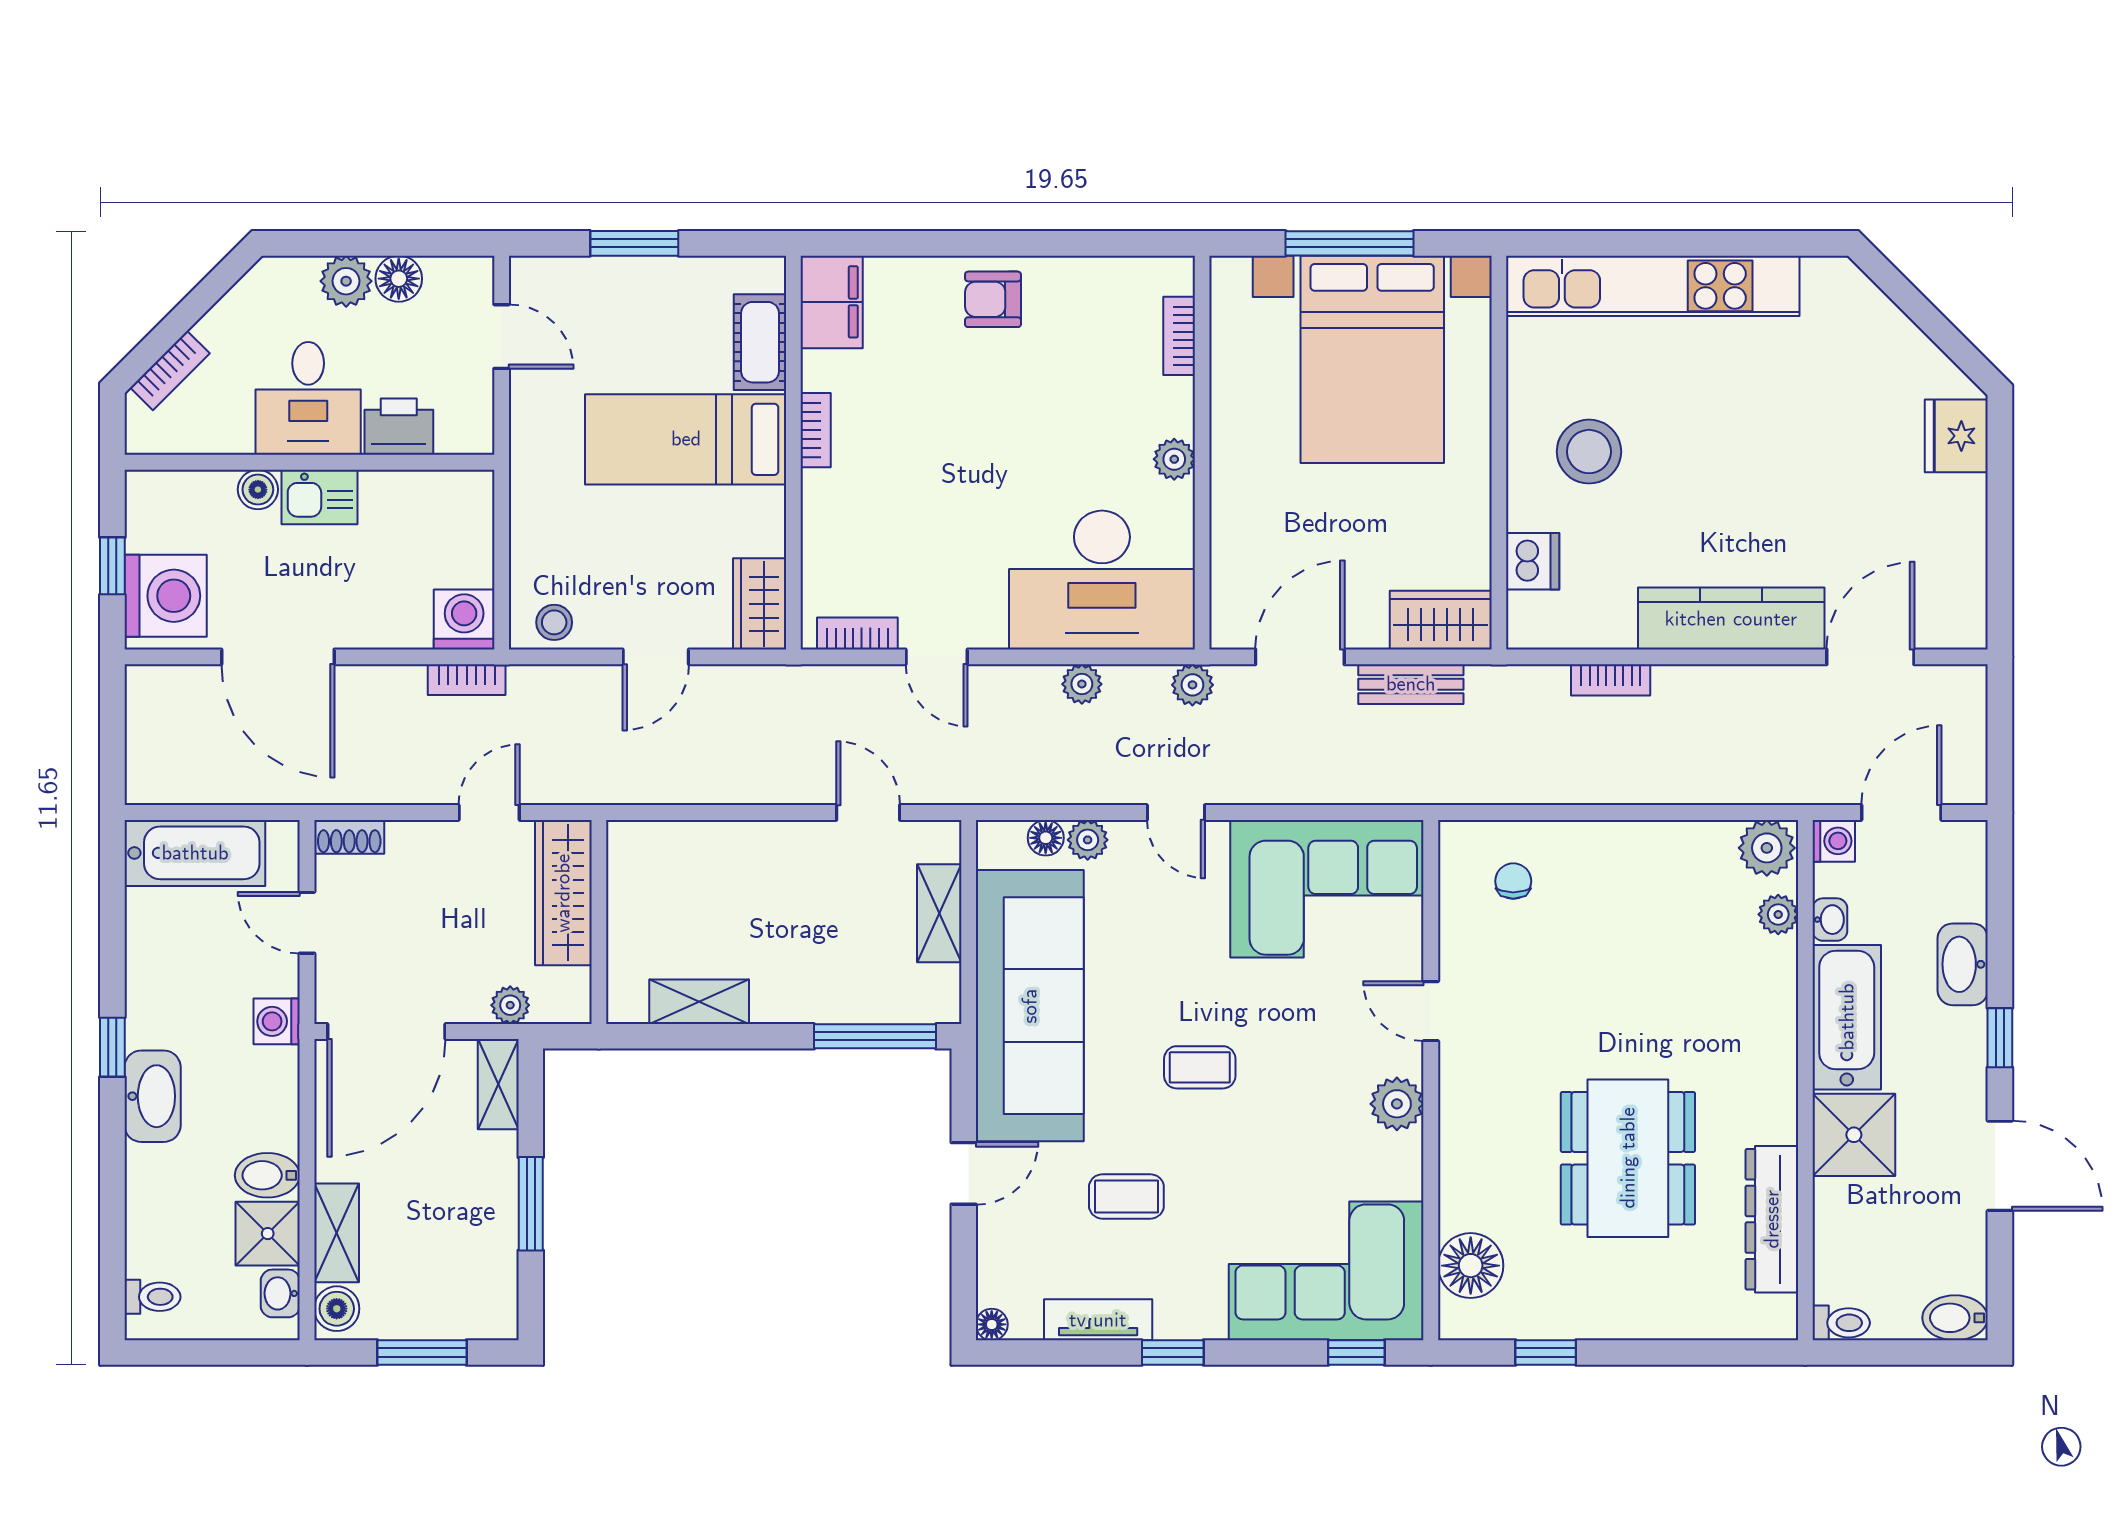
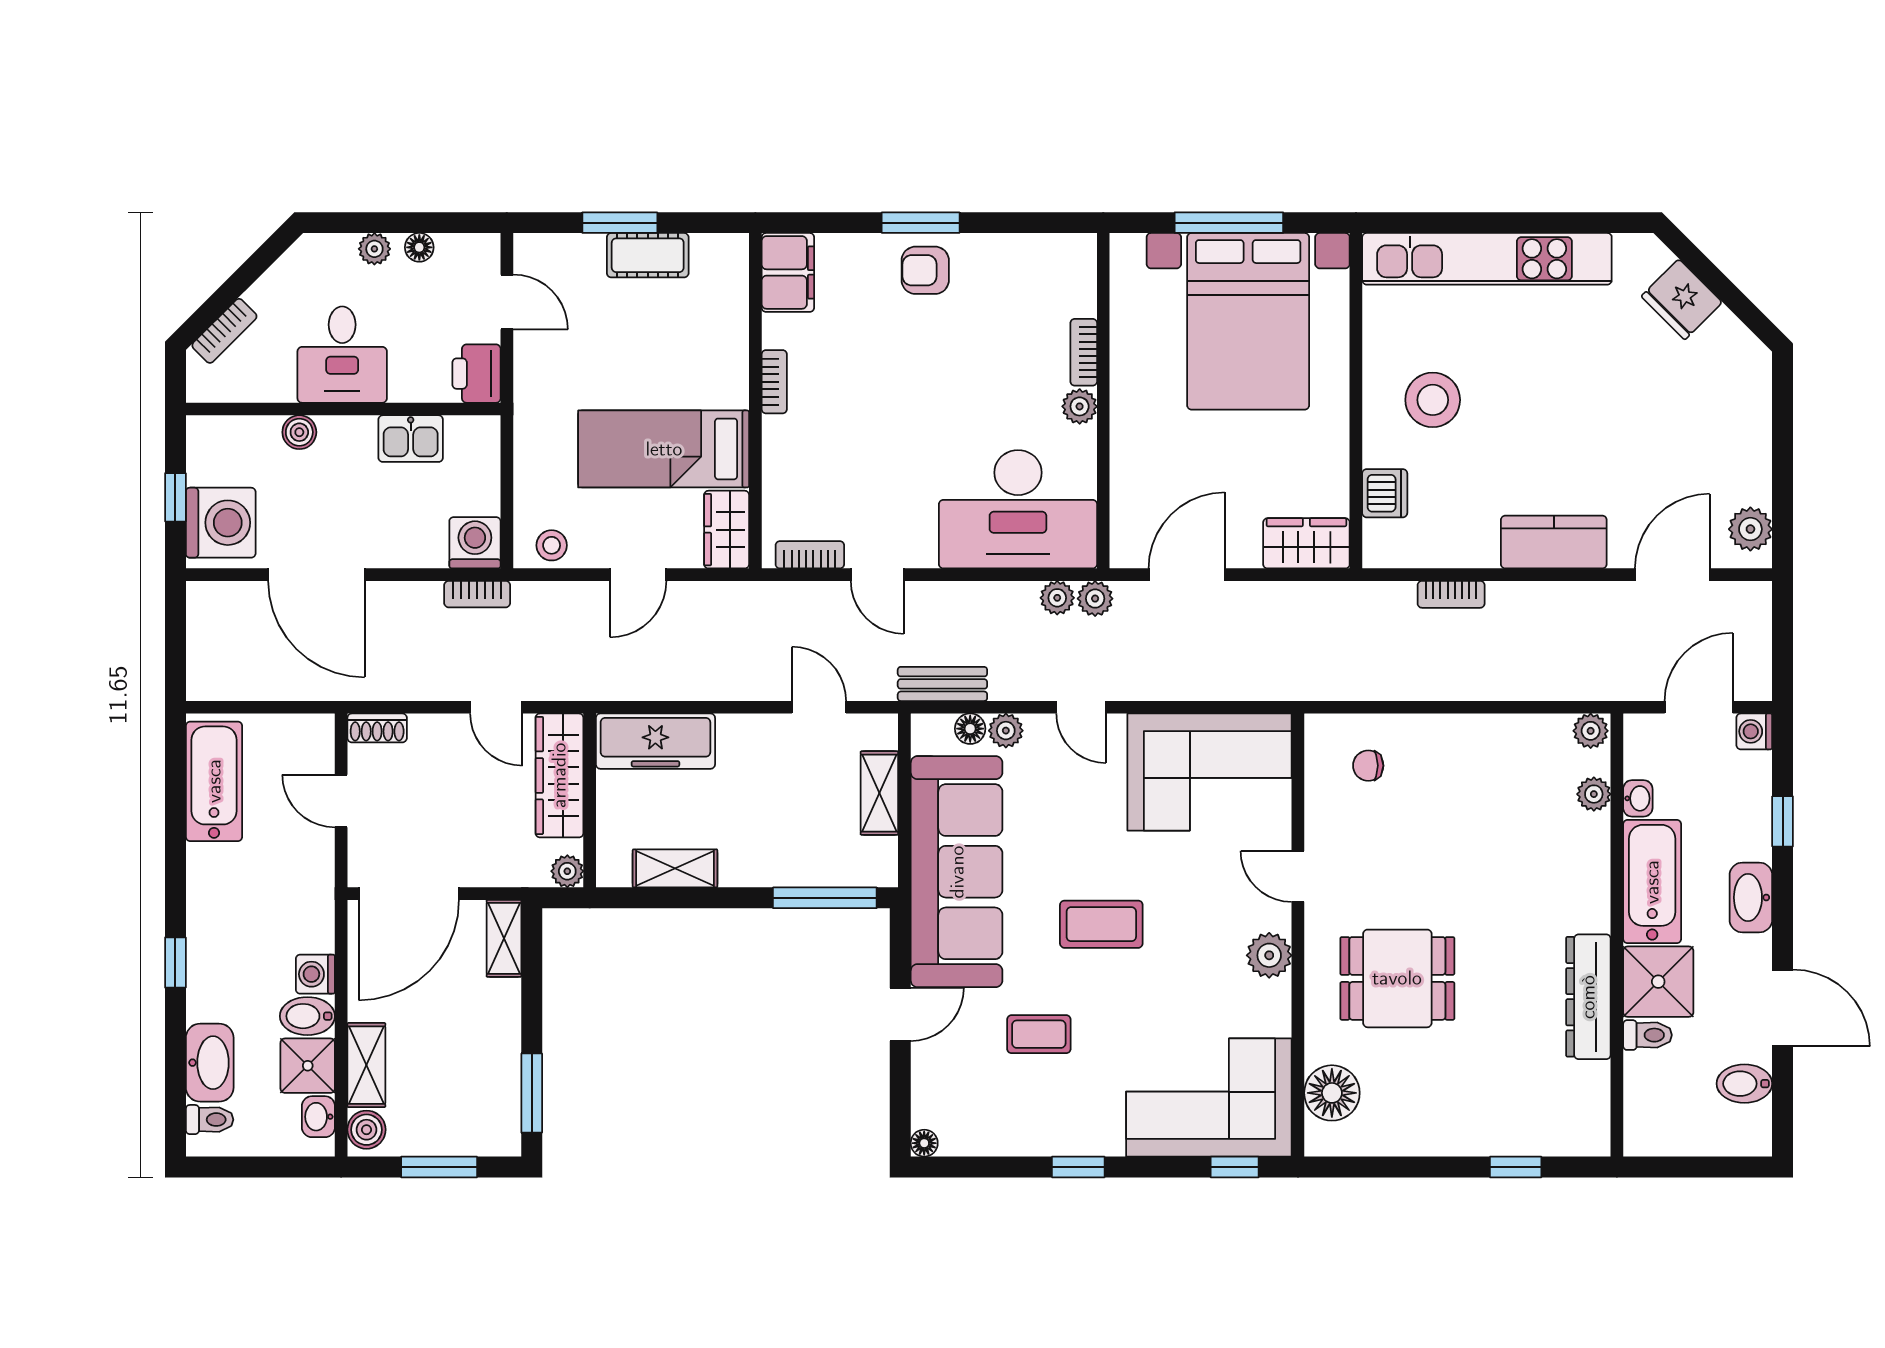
window: (988, 243) -> (921, 223), added
floor lamp: (399, 279) -> (419, 247), width x0.73, depth x0.73
plant: (346, 281) -> (374, 249), width x0.73, depth x0.73
bookcase: (1179, 336) -> (1084, 352), moved
cot: (760, 342) -> (648, 255), moved, turned 90
printer: (399, 427) -> (476, 374), moved, turned -90
fridge: (1956, 436) -> (1682, 299), moved, turned -45
bed: (686, 439) -> (664, 449), moved
kitchen sink: (320, 497) -> (411, 439), moved
plant: (1962, 603) -> (1750, 529), added
kitchen counter: (1731, 619) -> (1554, 542), width x0.67
plant: (1082, 684) -> (1057, 598), moved
bench: (1411, 684) -> (942, 684), moved
door: (489, 813) -> (496, 707), swing flipped
washing machine: (1834, 841) -> (1754, 731), moved, turned 180
plant: (1767, 848) -> (1591, 731), width x0.73, depth x0.73
freezer: (676, 852) -> (655, 741), added
bathtub: (195, 853) -> (214, 781), moved, turned -90
chair: (1513, 881) -> (1368, 766), turned -90
washbasin: (1963, 964) -> (1751, 897), moved
plant: (510, 1005) -> (567, 871), moved
washing machine: (277, 1021) -> (315, 974), moved
window: (2000, 1038) -> (1783, 821), moved
window: (112, 1047) -> (175, 962), moved
coffee table: (1200, 1067) -> (1101, 924), width x1.36, depth x1.30
washbasin: (153, 1096) -> (210, 1063), moved
dining table: (1628, 1158) -> (1397, 978), moved, width x0.73
window: (531, 1204) -> (532, 1093), moved
dresser: (1772, 1219) -> (1588, 997), moved
bidet: (1955, 1318) -> (1744, 1084), moved
tv unit: (1098, 1320) -> (1015, 1139), removed
toilet: (1841, 1323) -> (1647, 1035), moved
window: (1546, 1353) -> (1516, 1167), moved

